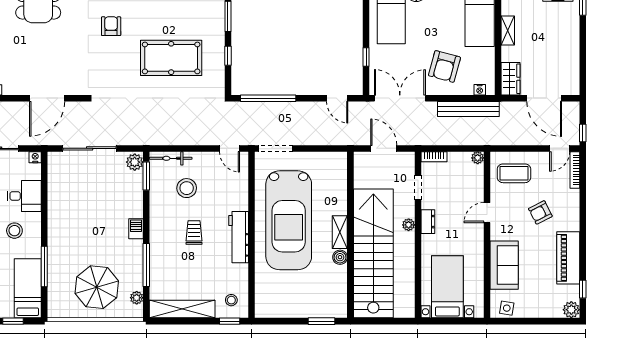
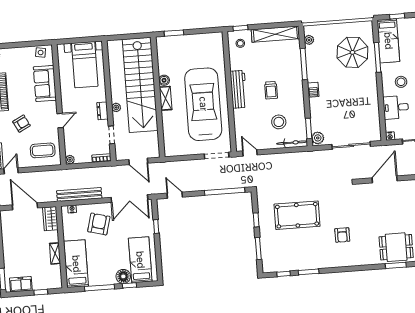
parasol: (97, 287) -> (352, 52), moved

